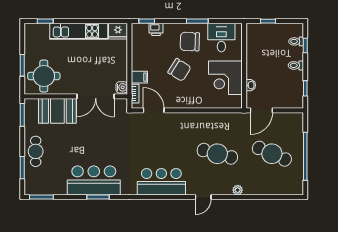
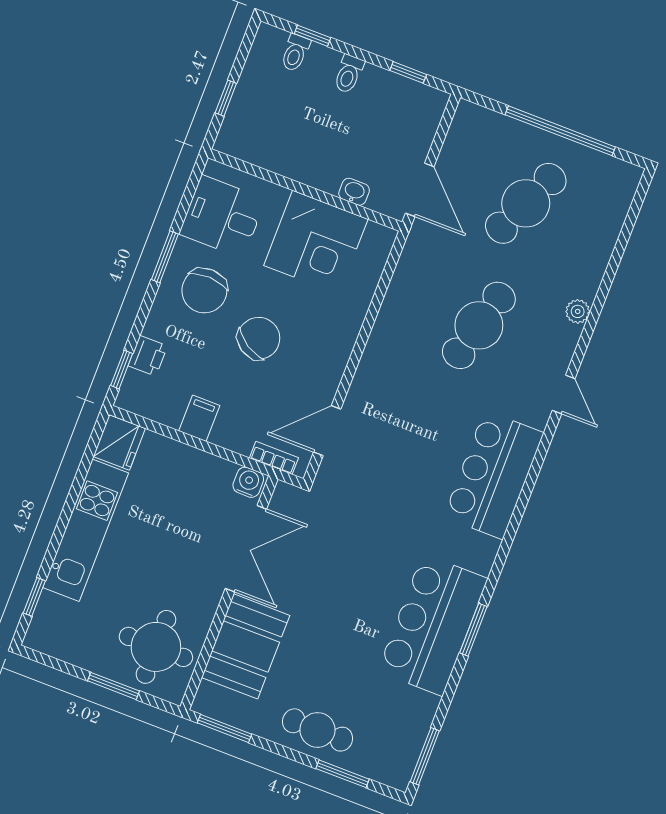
filing cabinet: (139, 77) -> (199, 418), moved

